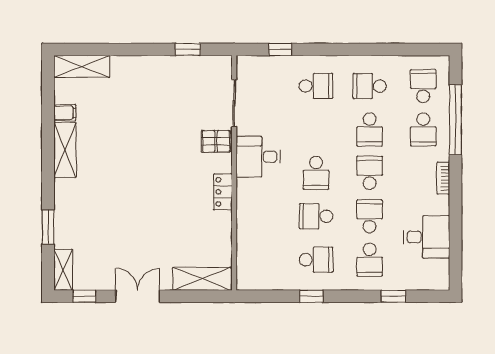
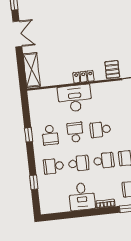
desk: (258, 157) -> (75, 98), moved, width x1.37
desk: (427, 237) -> (82, 196), moved

